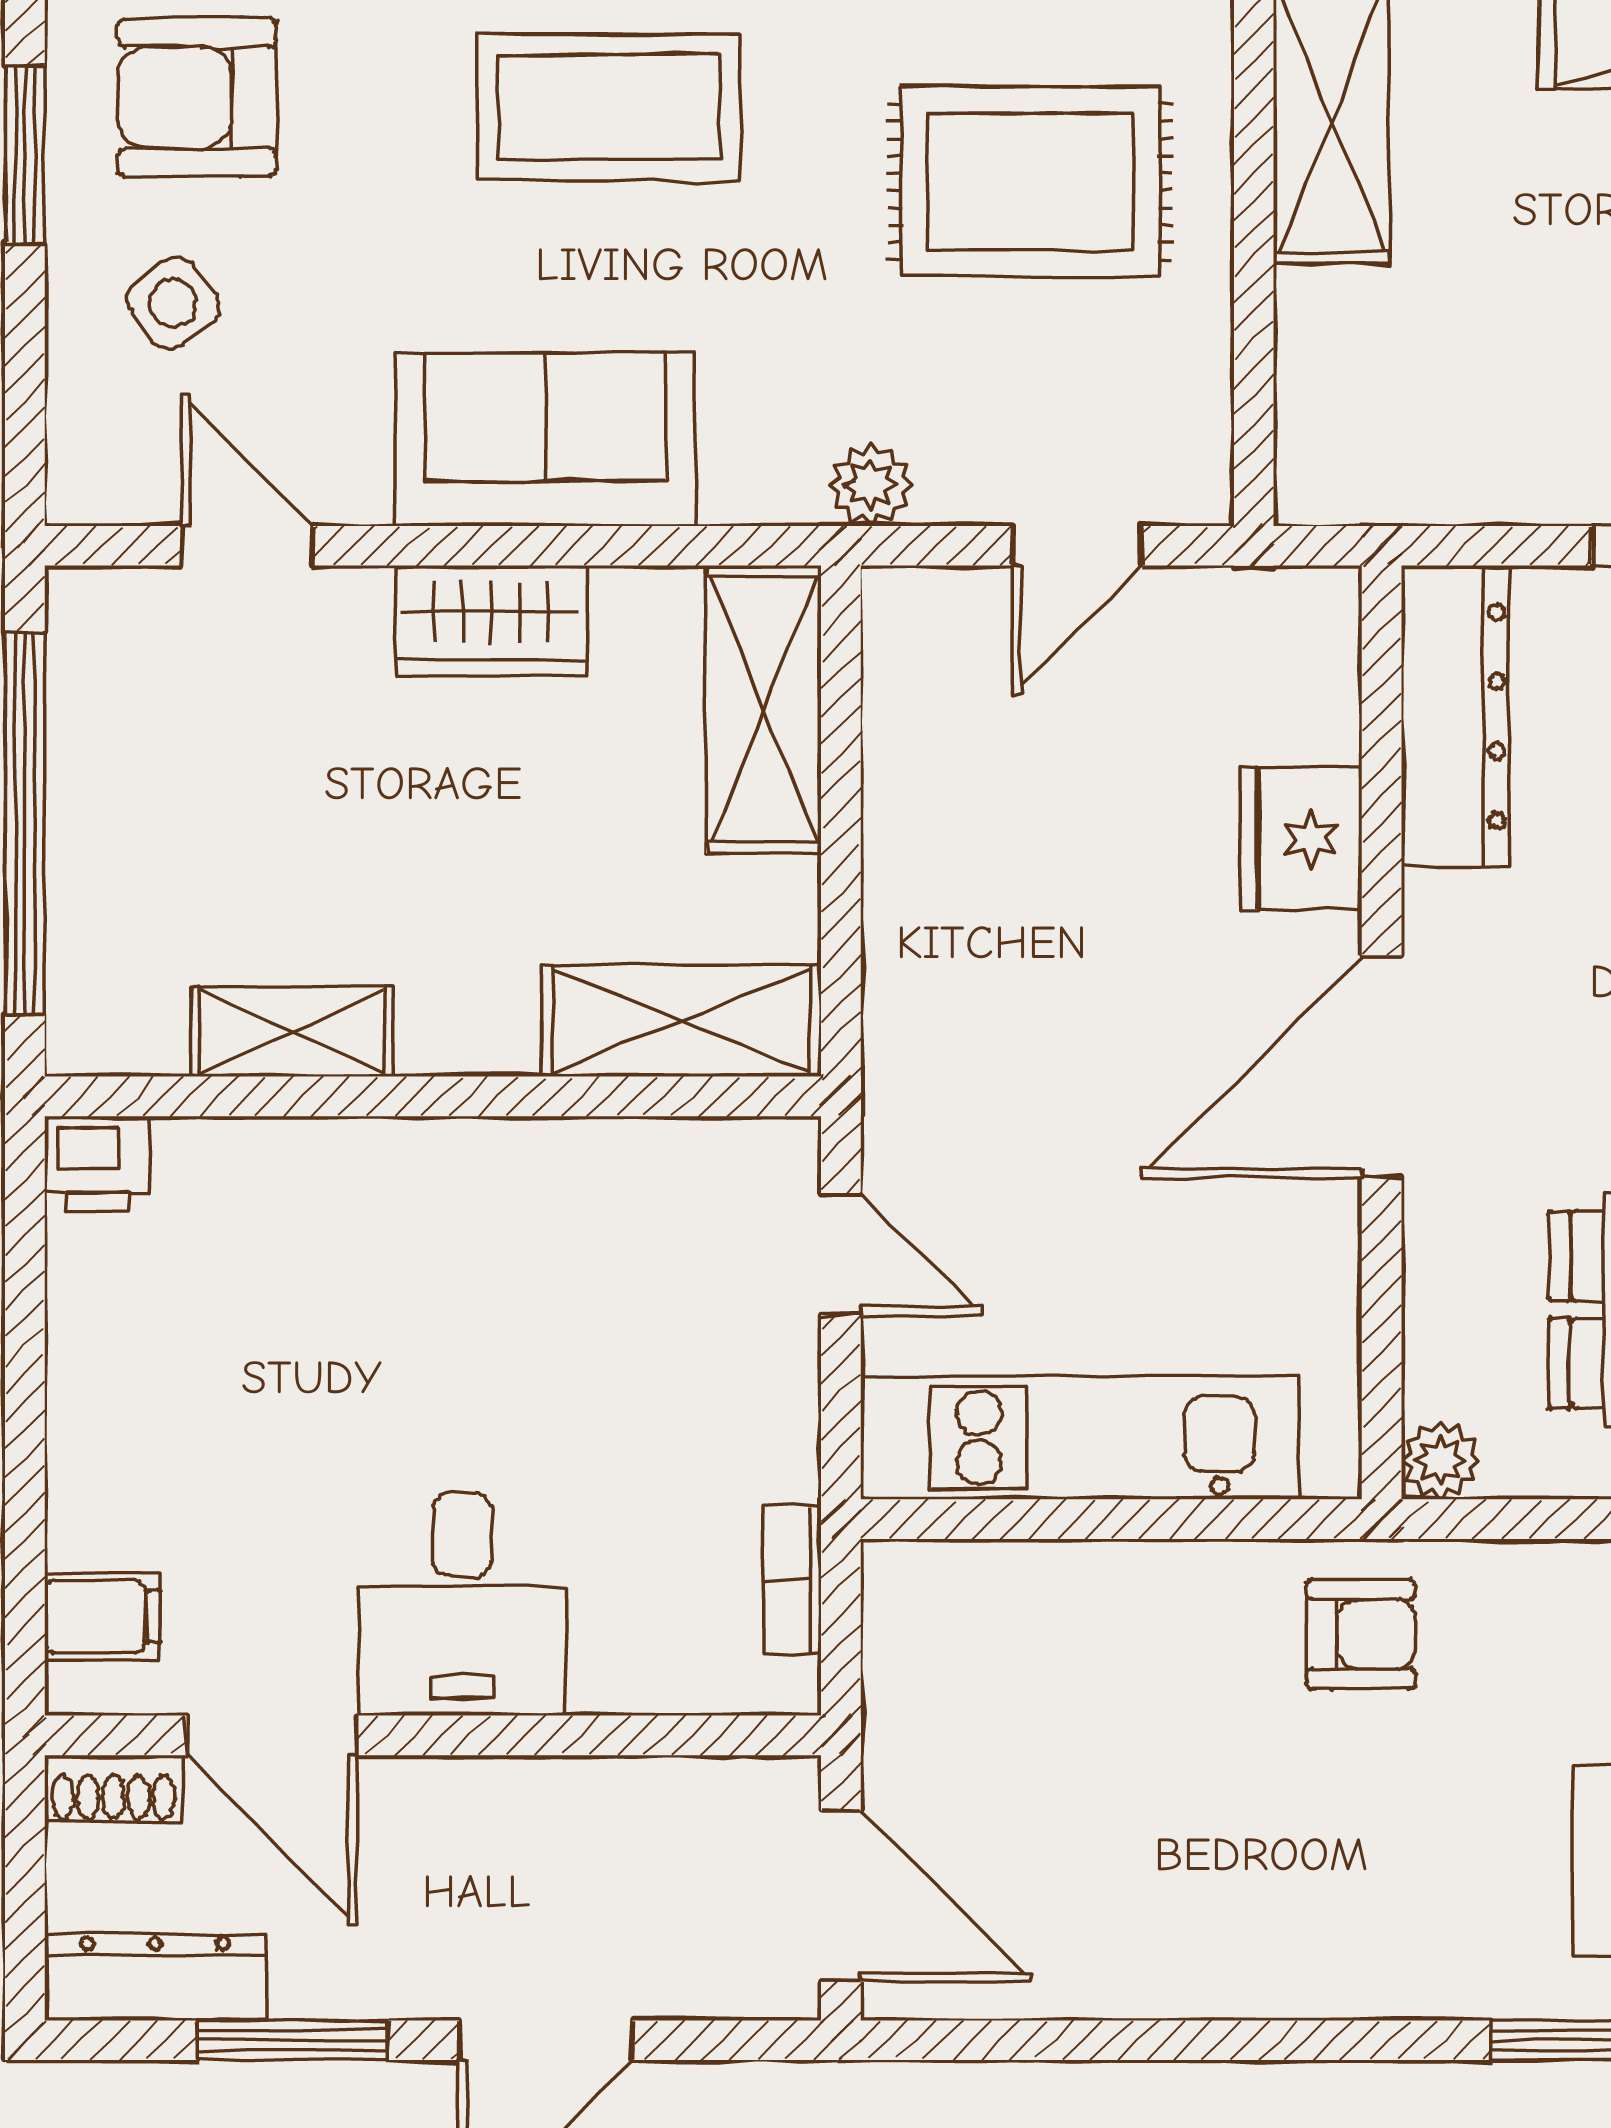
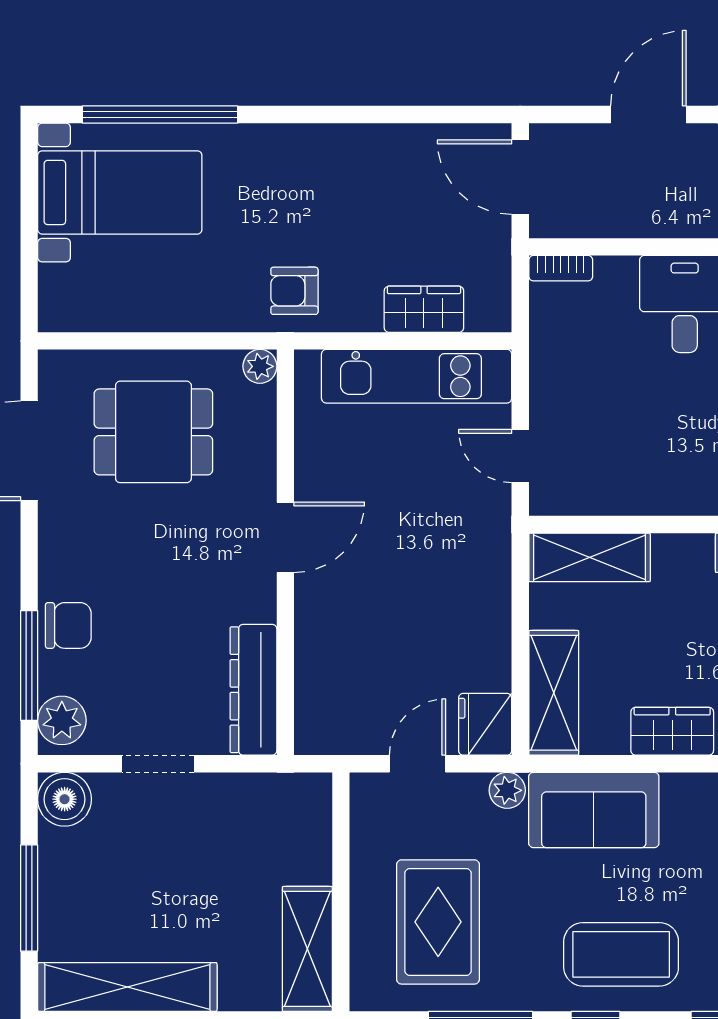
rug: (1030, 182) -> (438, 922), turned 90
sofa: (545, 439) -> (594, 810), moved
fridge: (1301, 838) -> (485, 724), moved, turned 180
door: (1382, 1067) -> (285, 537), width x0.73
bookcase: (792, 1580) -> (561, 268), moved, turned 90
wardrobe: (1063, 1592) -> (424, 309), added

